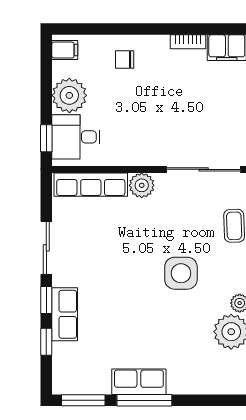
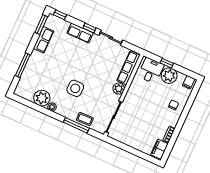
window: (46, 138) -> (167, 63), moved
window: (46, 342) -> (60, 15), moved
row of seats: (139, 382) -> (44, 40), moved
window: (144, 400) -> (23, 65), moved

